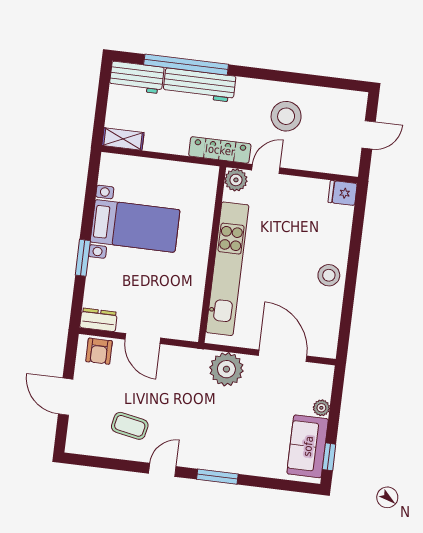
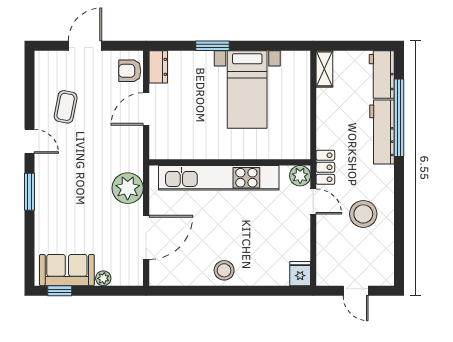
locker: (220, 150) -> (325, 167), width x0.66

